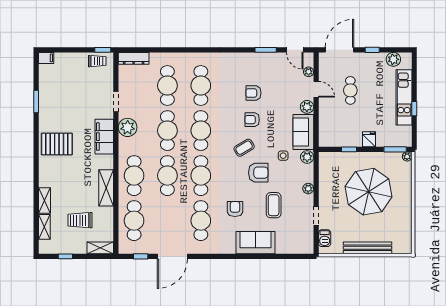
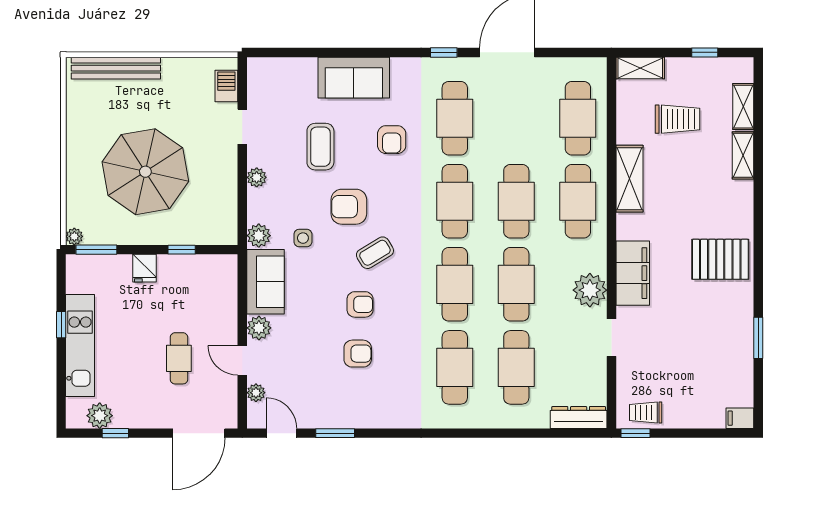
window: (372, 50) -> (115, 433), moved
bench: (368, 248) -> (116, 68), moved
window: (141, 256) -> (444, 52), moved

